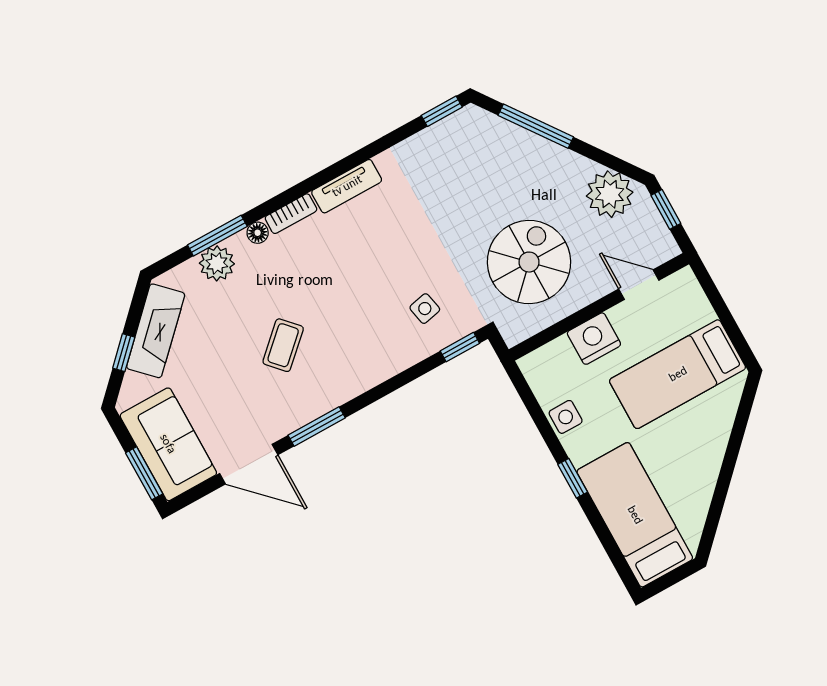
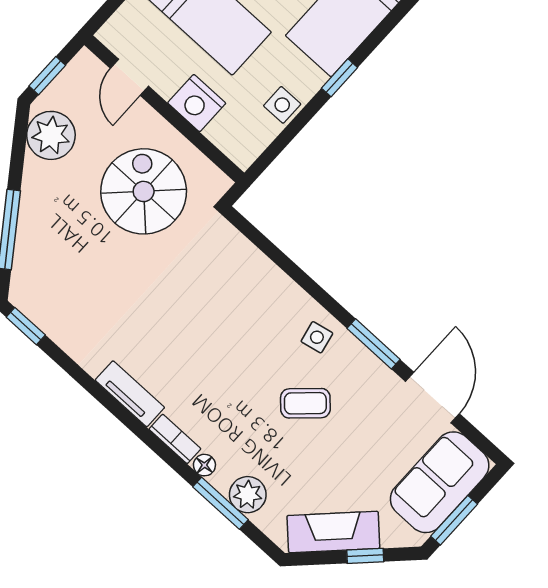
spiral stairs: (529, 262) -> (144, 191), turned 90
side table: (425, 309) -> (317, 337), moved
window: (460, 347) -> (249, 231), removed
window: (144, 473) -> (454, 520), moved

